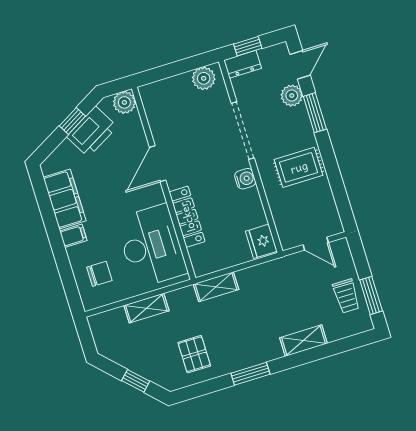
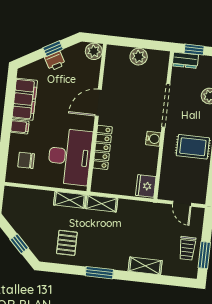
plant: (204, 78) -> (139, 57), moved
printer: (92, 132) -> (55, 61), width x0.53, depth x0.68
chair: (99, 274) -> (26, 160), turned 180
shelving: (146, 308) -> (70, 200), moved

